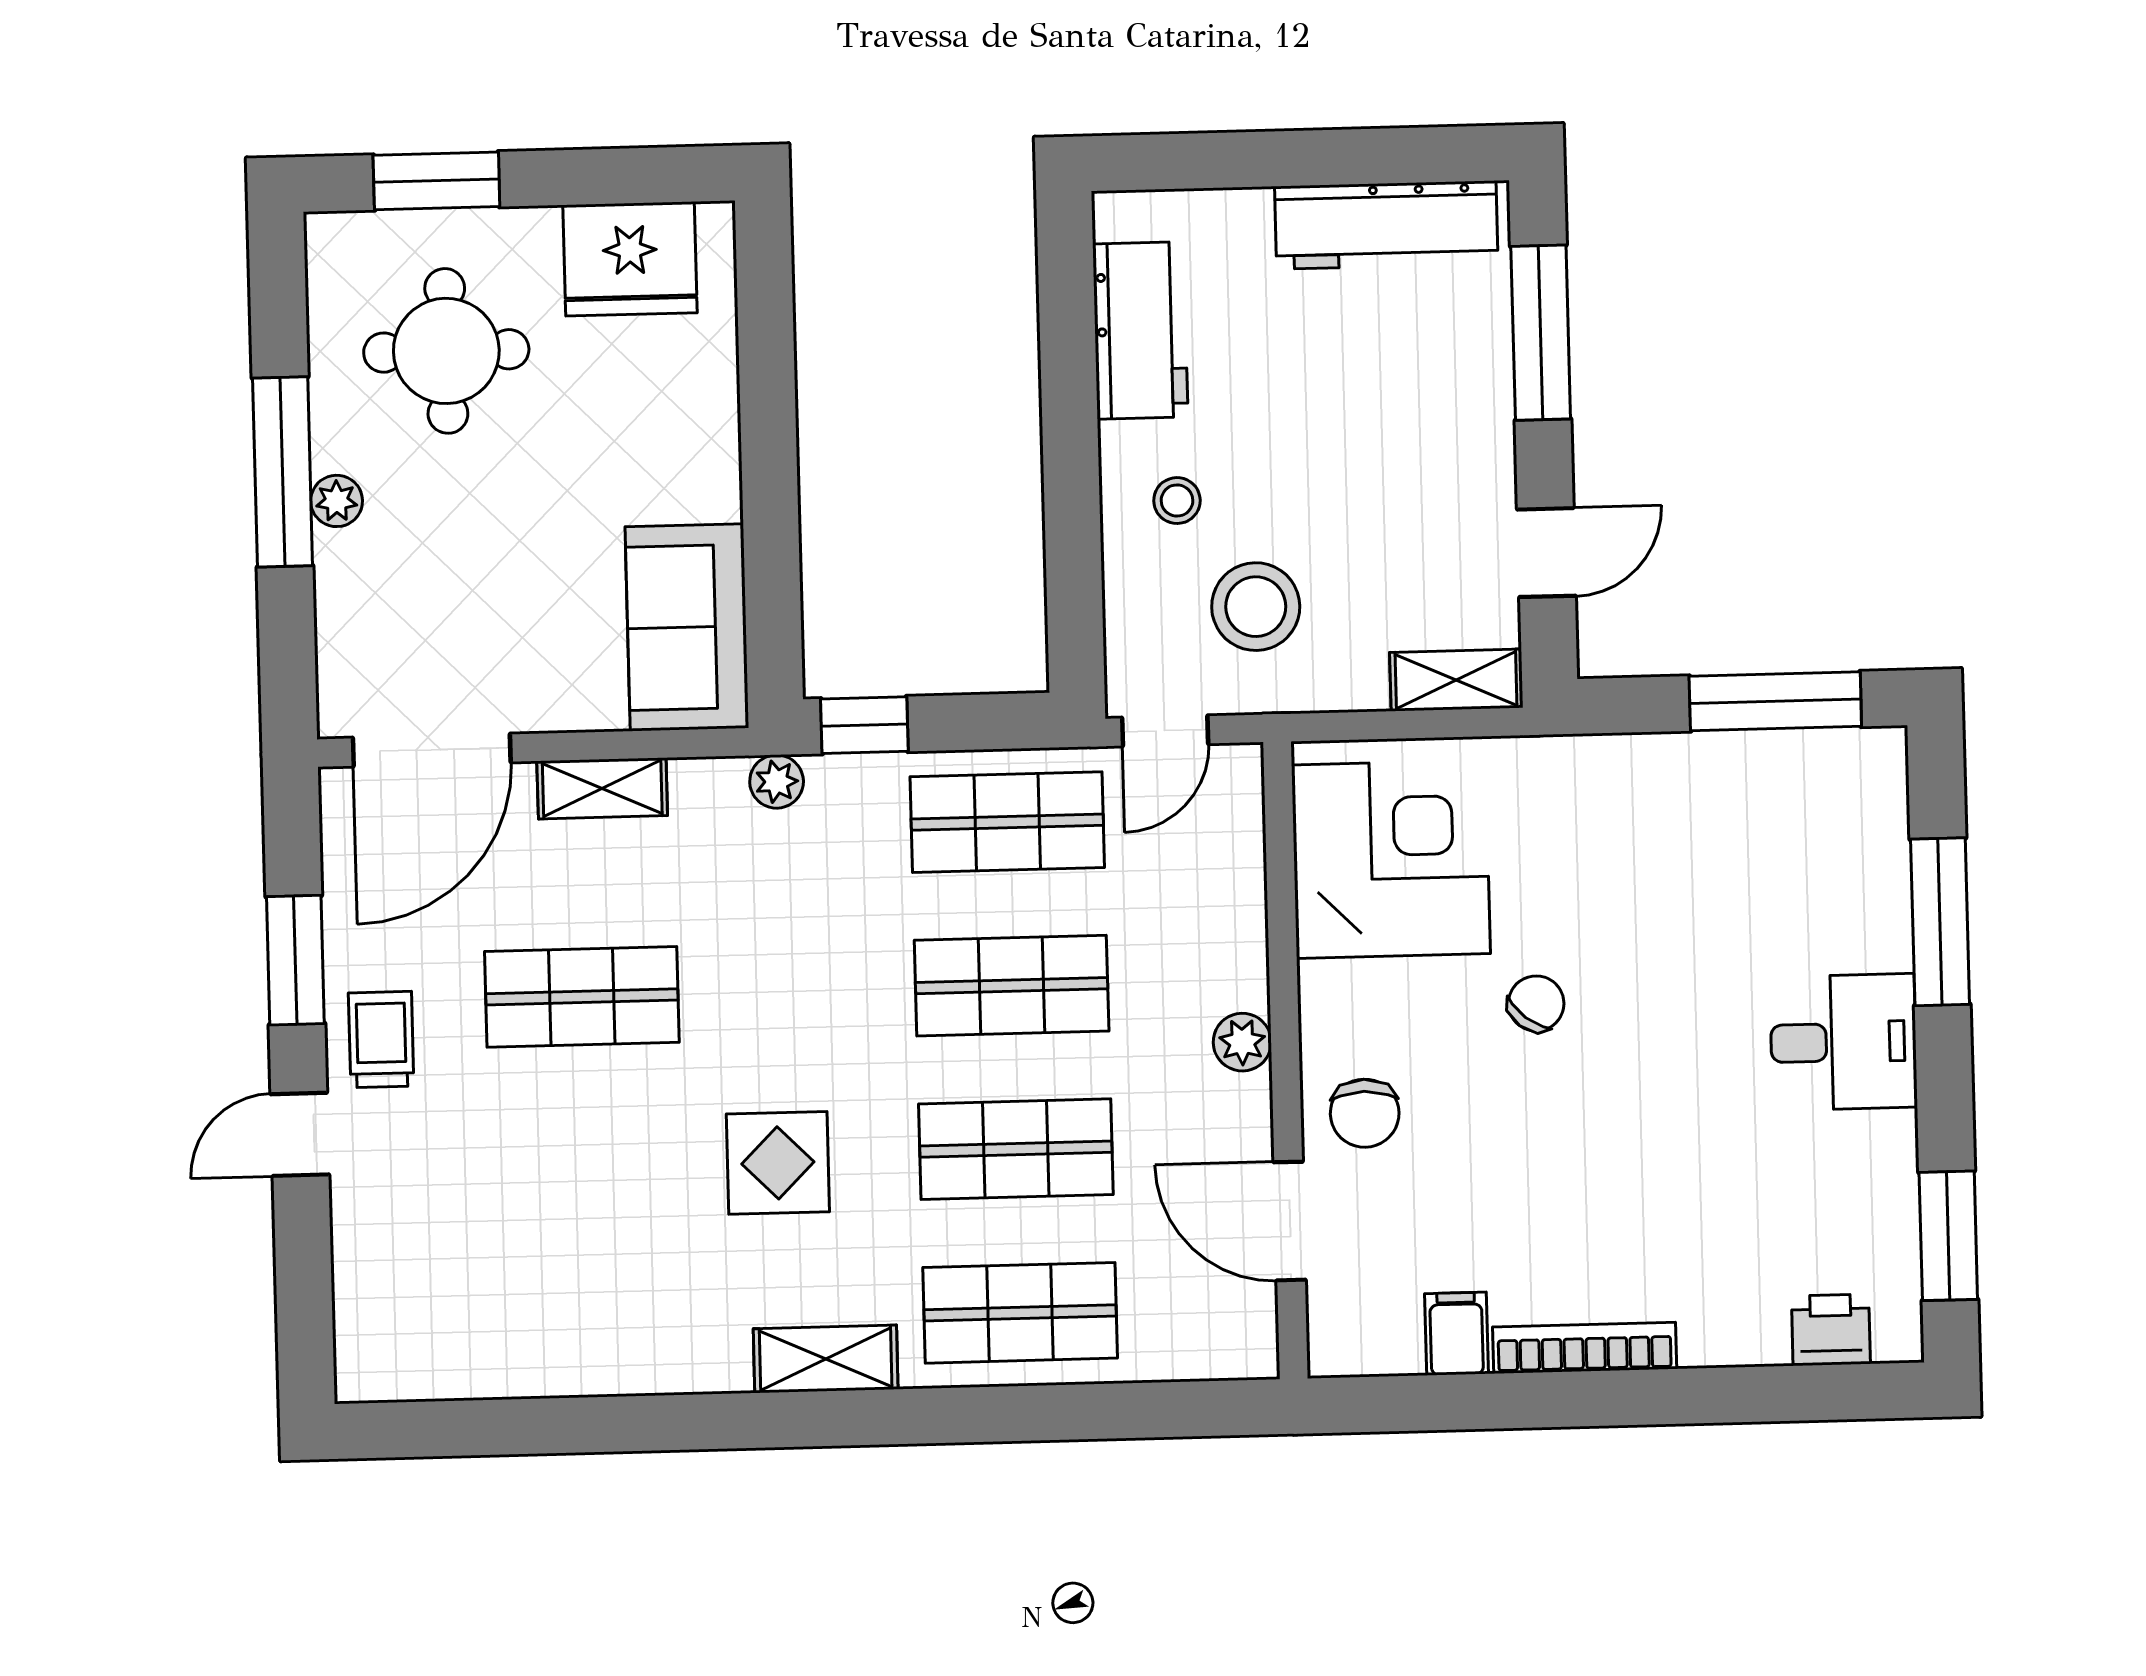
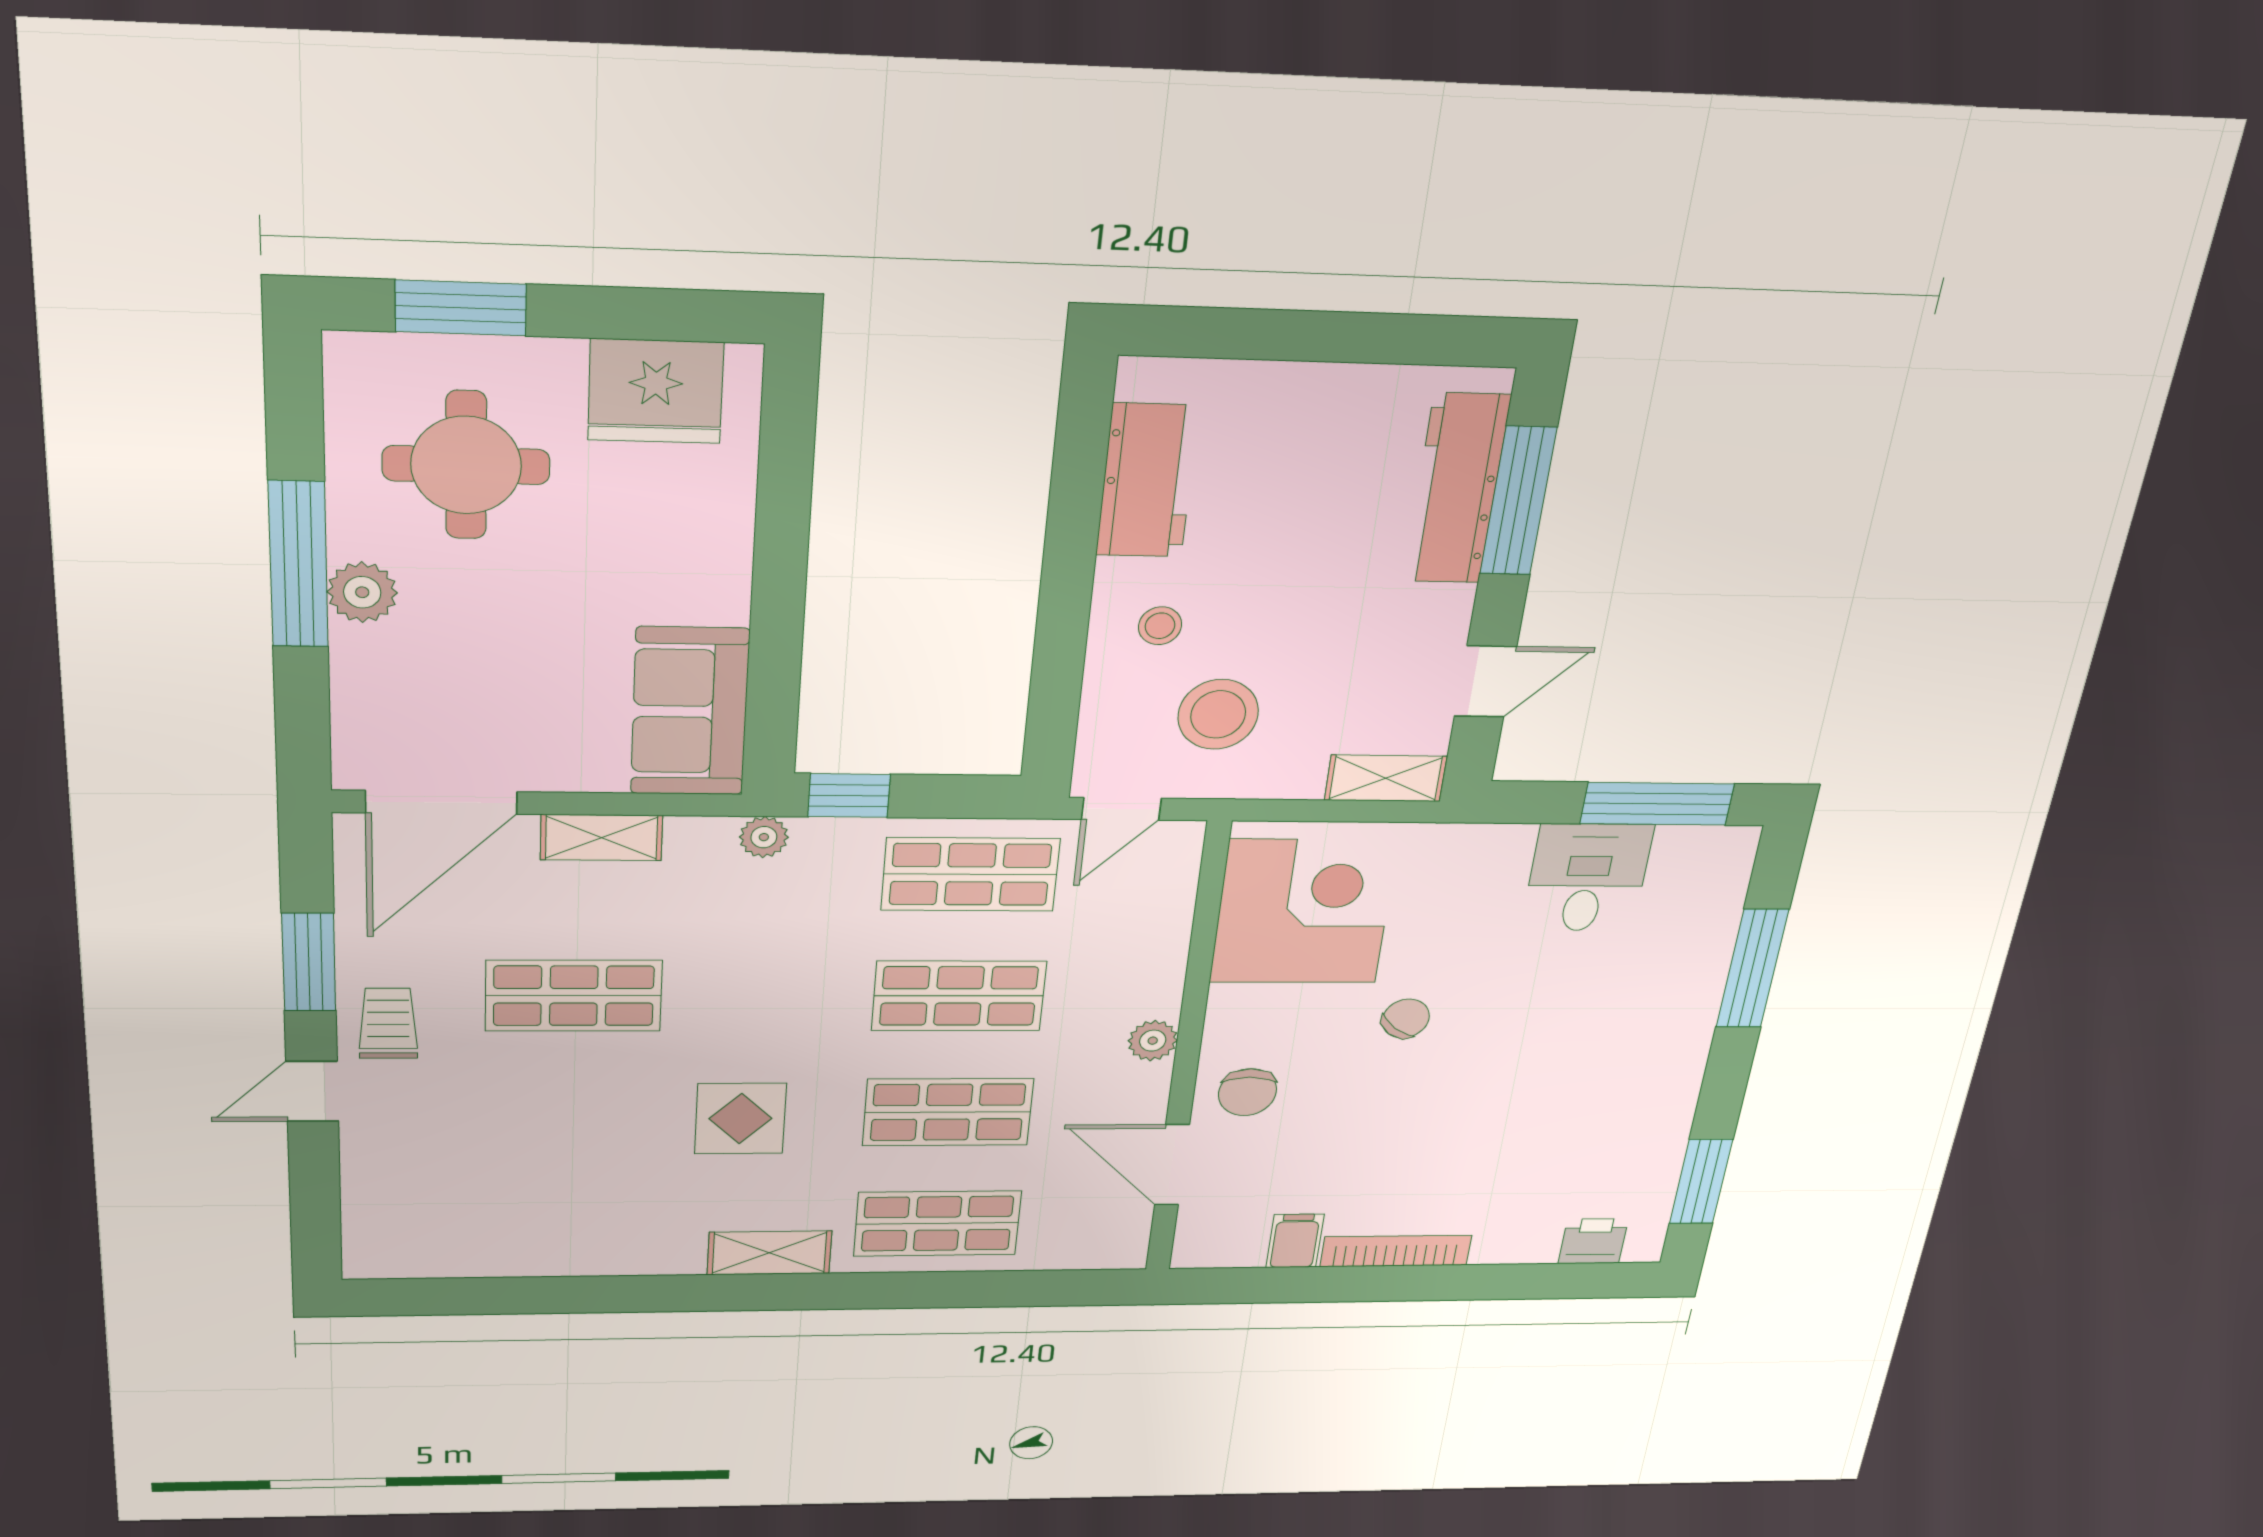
workbench: (1386, 225) -> (1457, 489), moved, turned 90
plant: (337, 501) -> (362, 592), width x1.38, depth x1.38
desk: (1843, 1042) -> (1587, 878), moved, turned -90

